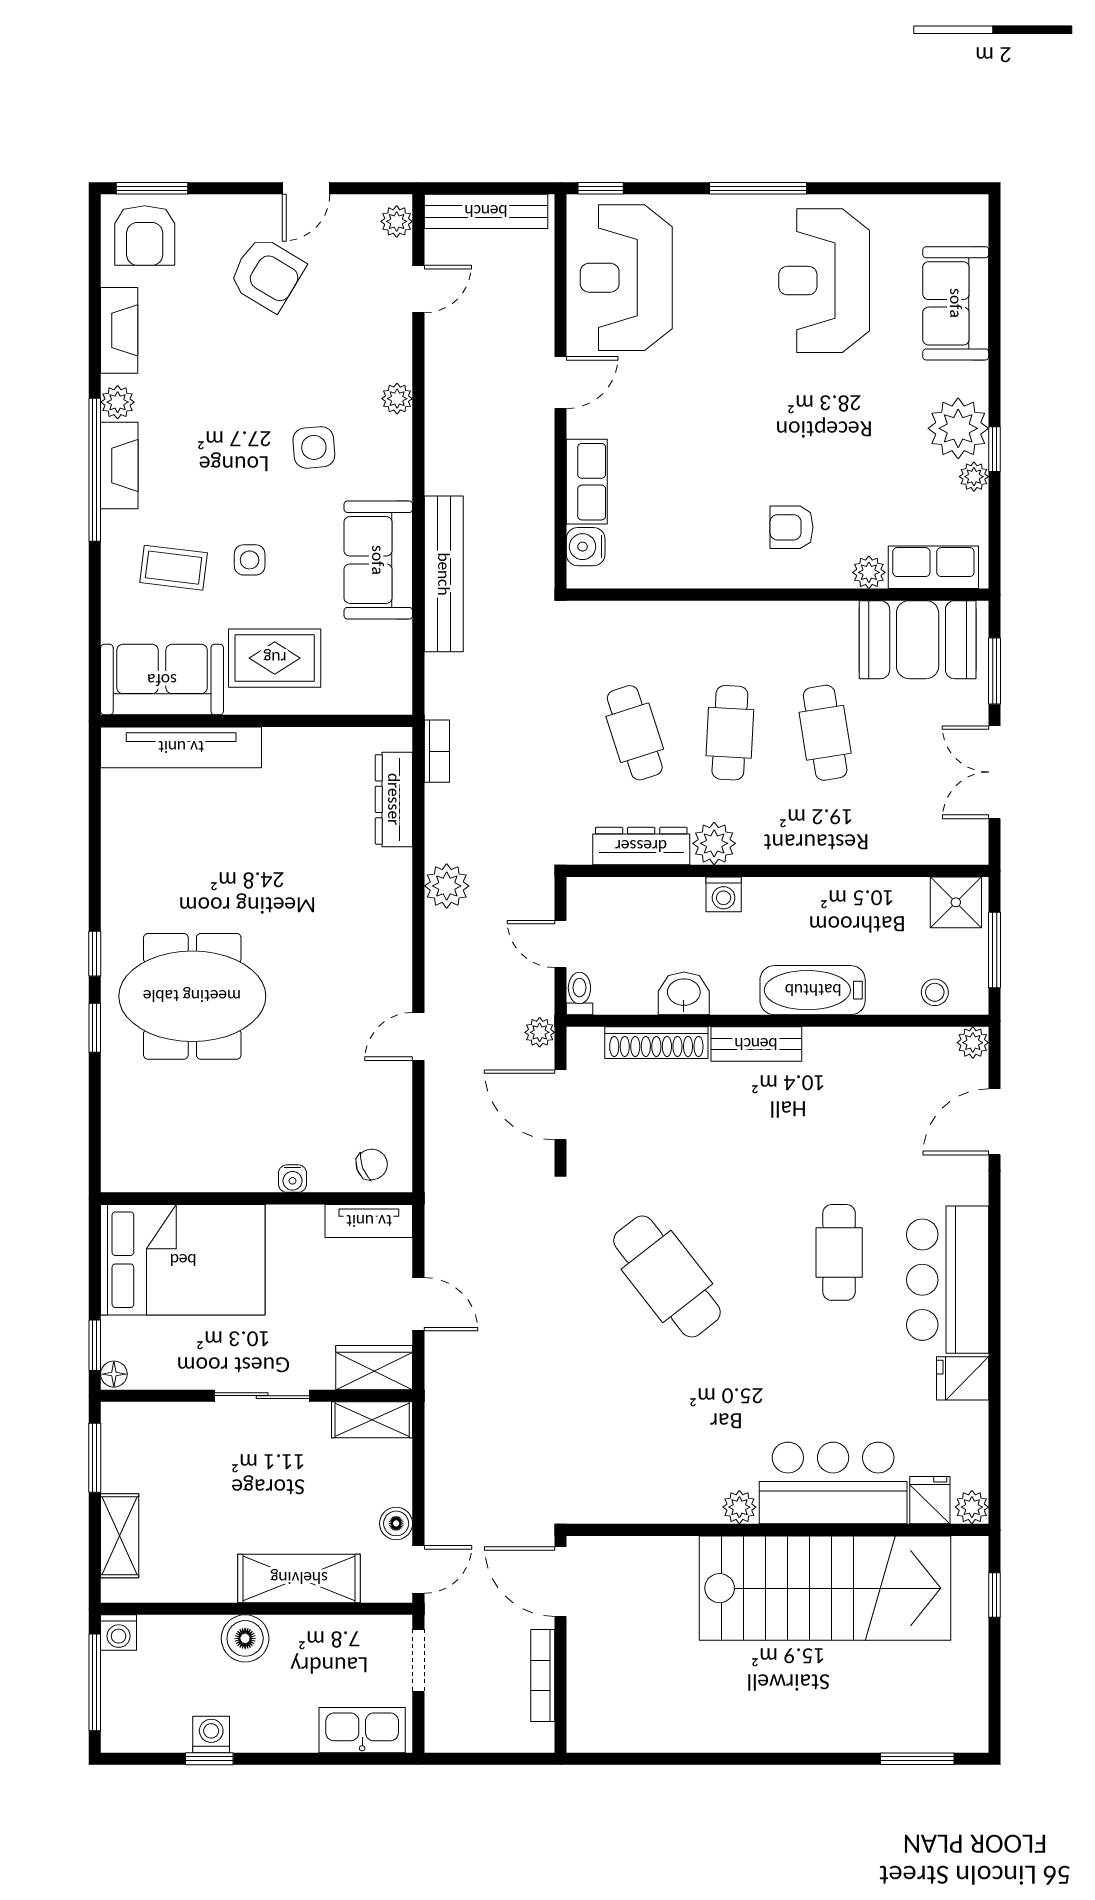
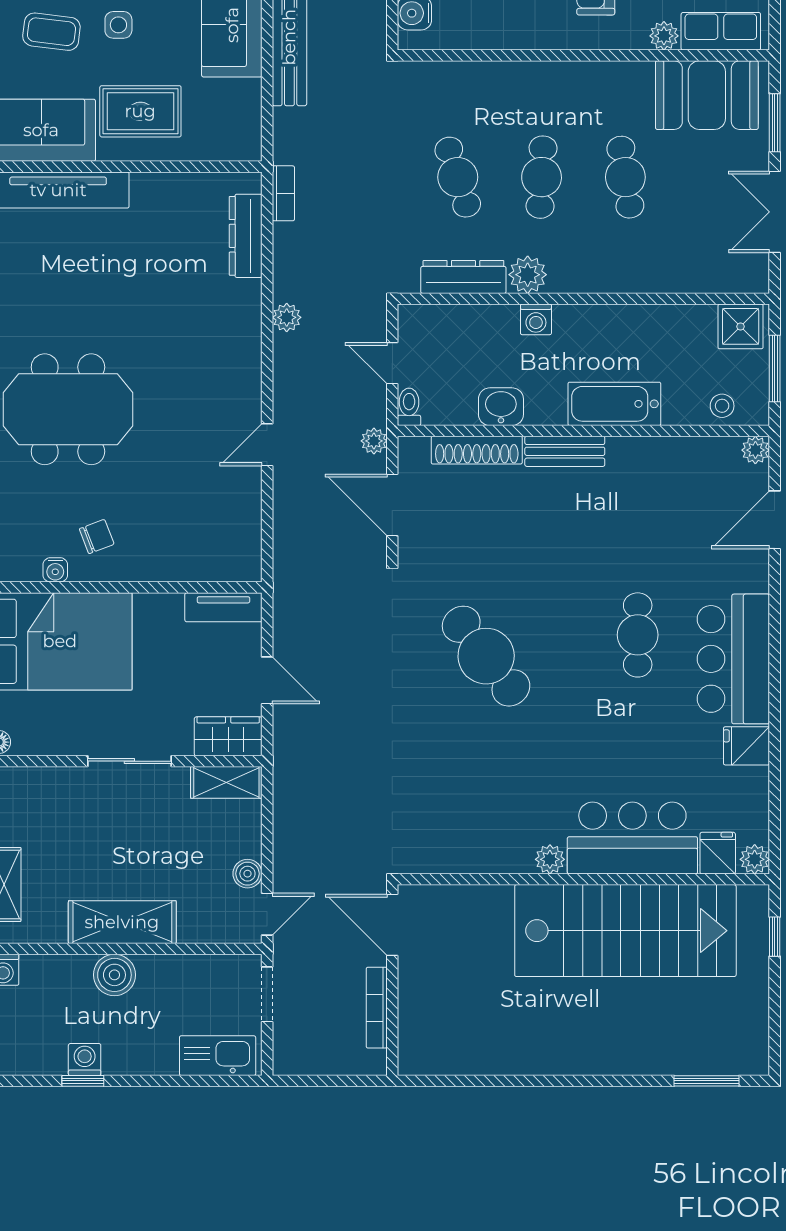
plant: (447, 886) -> (287, 317), width x0.73, depth x0.73
chair: (372, 1164) -> (97, 537), moved
water cooler: (292, 1179) -> (55, 570), moved
shelving: (299, 1578) -> (122, 922), moved

